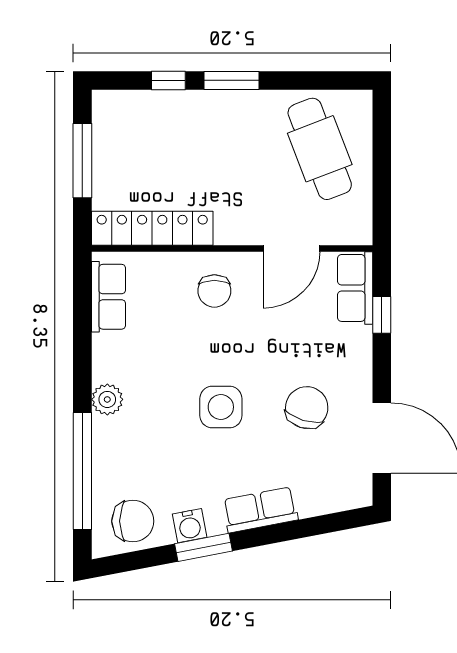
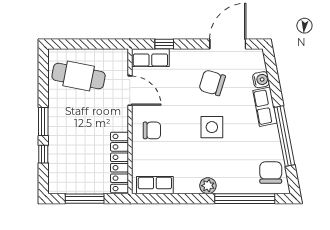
cafe table: (320, 149) -> (79, 76), turned 32
water cooler: (190, 526) -> (261, 80), moved
window: (203, 547) -> (284, 136), width x2.11

